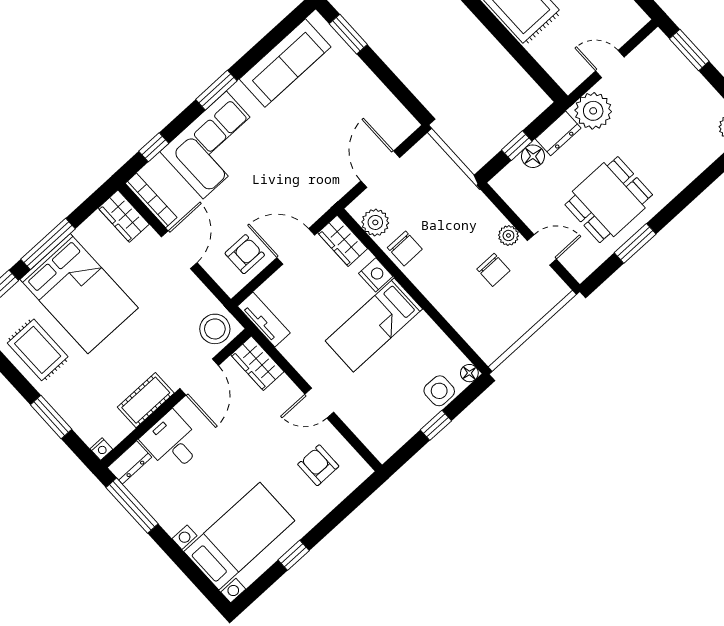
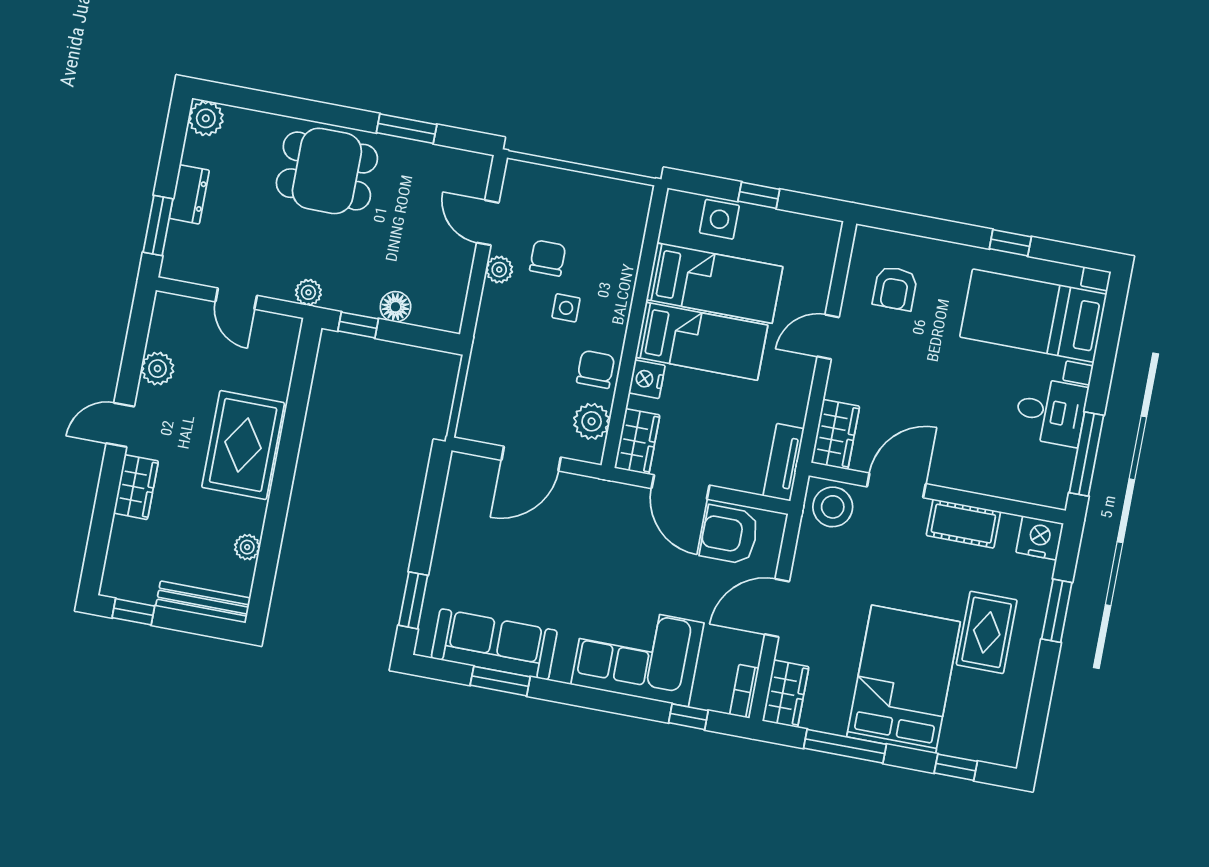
window: (216, 90) -> (500, 681), moved
plant: (593, 111) -> (308, 292), width x0.53, depth x0.53
dresser: (558, 133) -> (189, 194), moved, turned 90
window: (517, 146) -> (358, 325), moved
bookcase: (151, 200) -> (744, 691), width x0.64
dining table: (609, 200) -> (327, 171), moved
window: (48, 244) -> (845, 746), moved
armchair: (245, 254) -> (729, 535), width x1.38, depth x1.38
side table: (455, 258) -> (566, 308), added
rug: (38, 350) -> (987, 632), moved
bed: (403, 359) -> (714, 283), added
floor lamp: (469, 373) -> (677, 201), removed
door: (319, 403) -> (828, 337), swing flipped
desk: (172, 442) -> (1051, 412), moved, turned -90
nightstand: (101, 449) -> (1040, 538), width x1.89, depth x1.79
dresser: (129, 462) -> (1043, 491), removed

